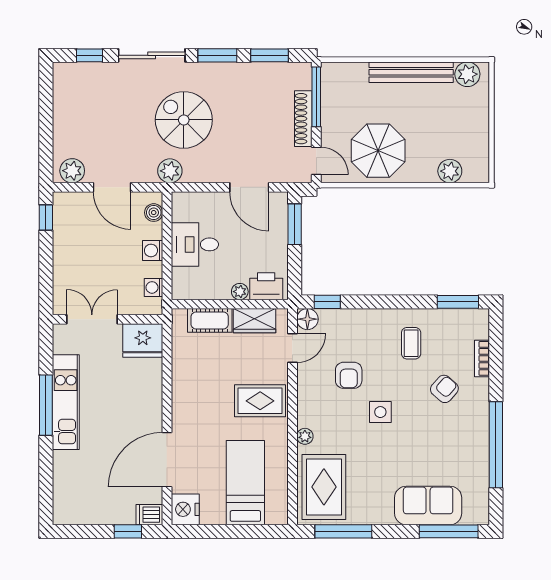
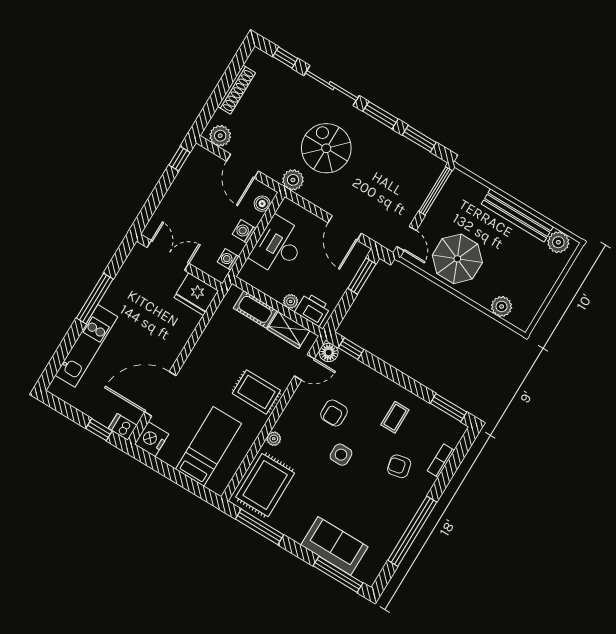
shoe rack: (303, 119) -> (237, 90), moved, turned 180
desk: (195, 244) -> (278, 246), width x1.37
armchair: (444, 389) -> (399, 466), turned -143
kitchen unit: (66, 402) -> (86, 346), moved

